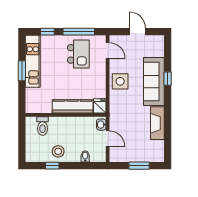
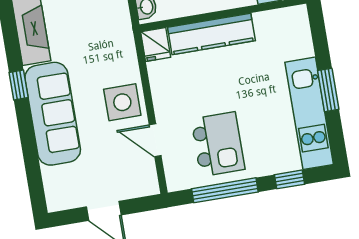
door: (108, 50) -> (155, 140), moved
kitchen island: (78, 54) -> (218, 144), turned 180
window: (168, 79) -> (19, 85), moved

